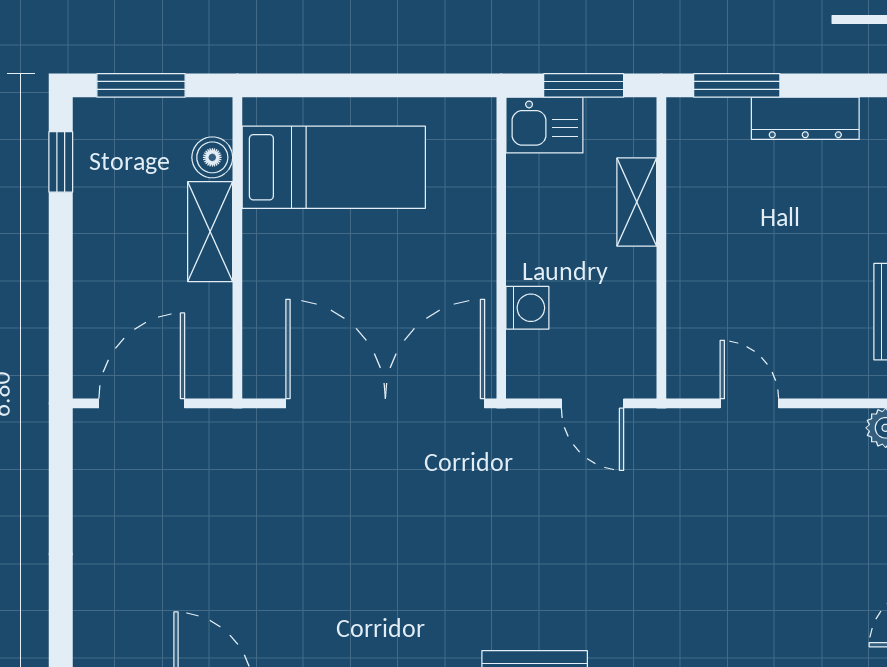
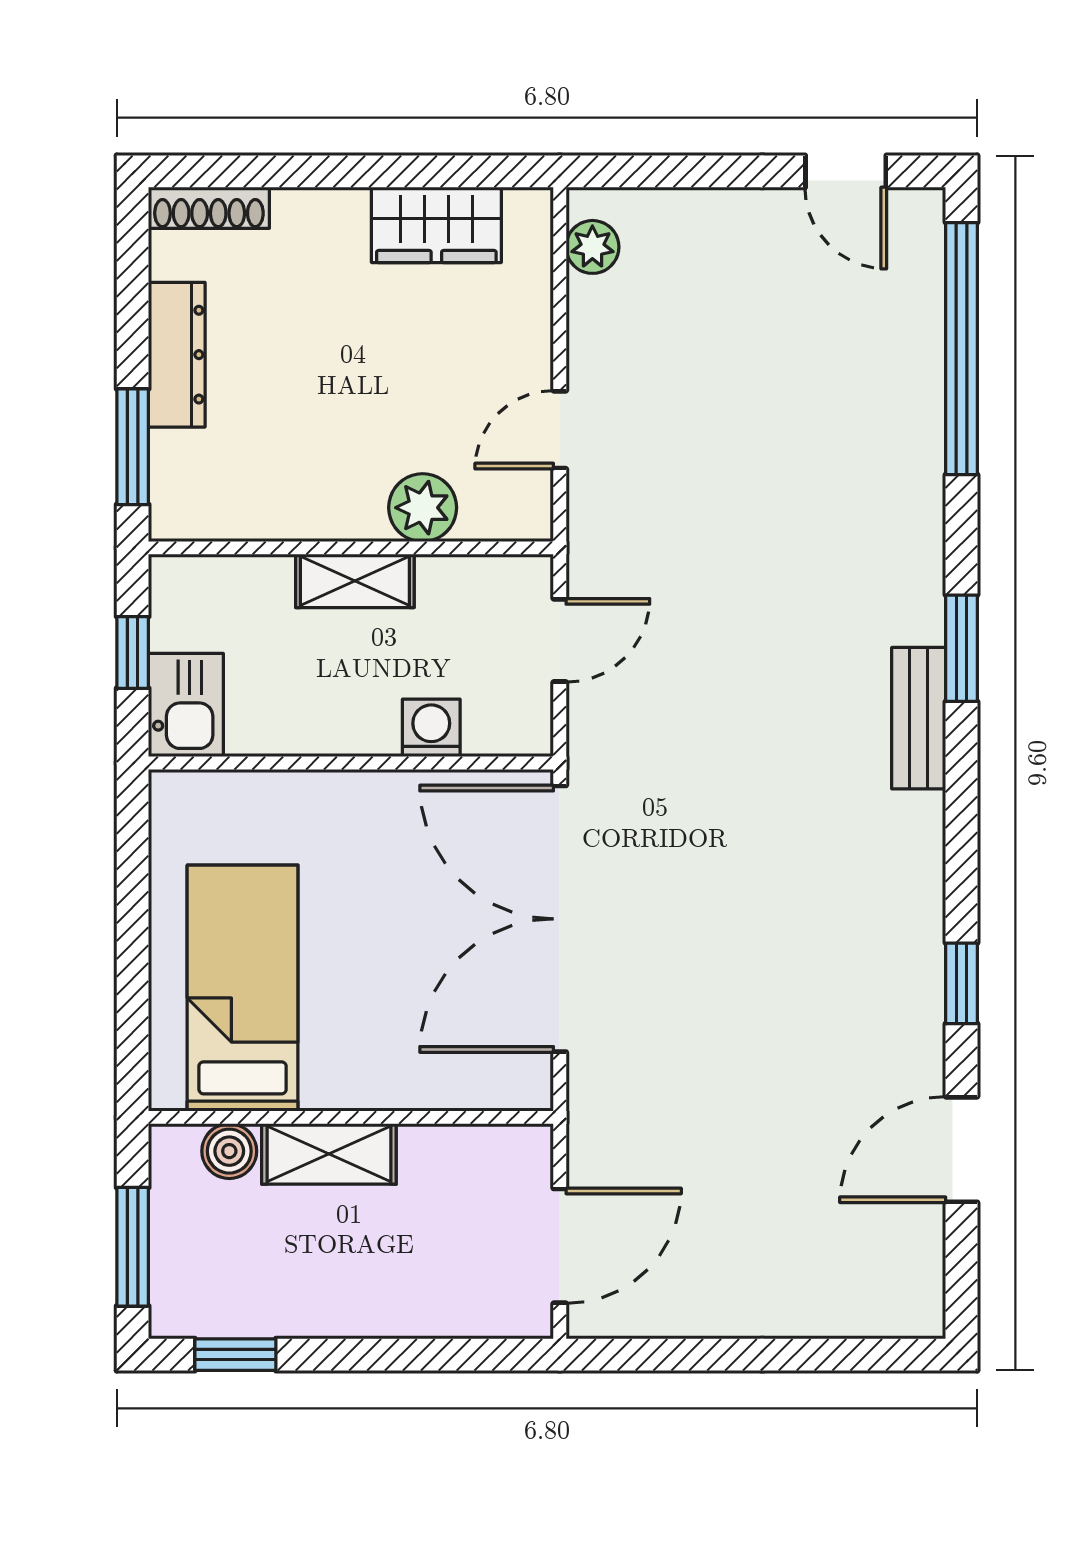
window: (584, 85) -> (133, 652), width x0.67
shelving: (637, 202) -> (355, 581), moved
plant: (691, 301) -> (423, 508), added
door: (142, 403) -> (560, 1246), swing flipped

